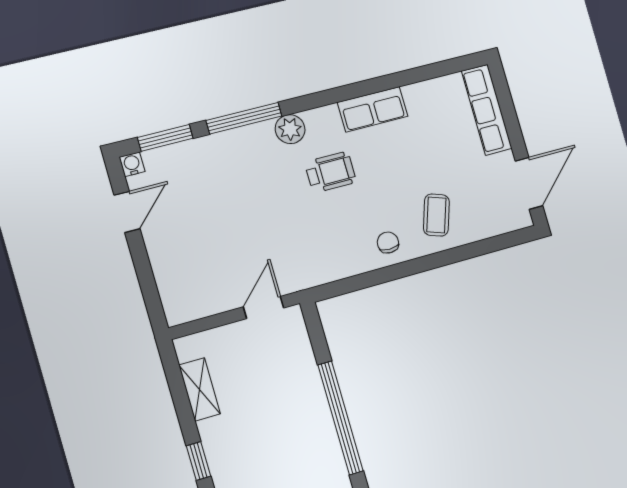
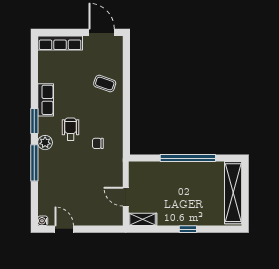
window: (165, 138) -> (34, 121), moved
chair: (388, 243) -> (98, 143), moved
door: (264, 307) -> (126, 197), moved
shelving: (200, 389) -> (143, 219), moved

